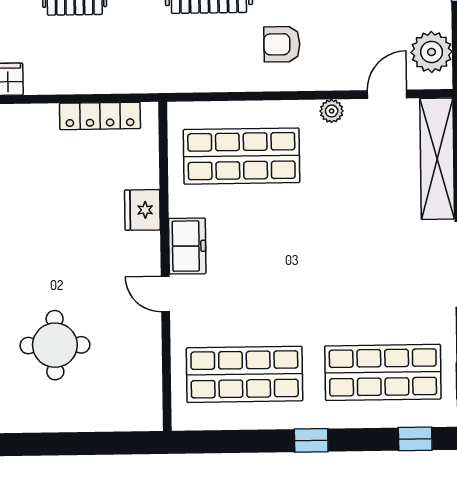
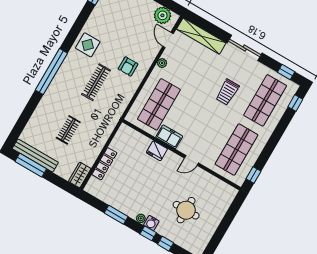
locker: (100, 116) -> (104, 164), moved
freezer: (187, 246) -> (169, 137), moved
trolley: (353, 283) -> (227, 92), added
window: (311, 440) -> (253, 175), moved

